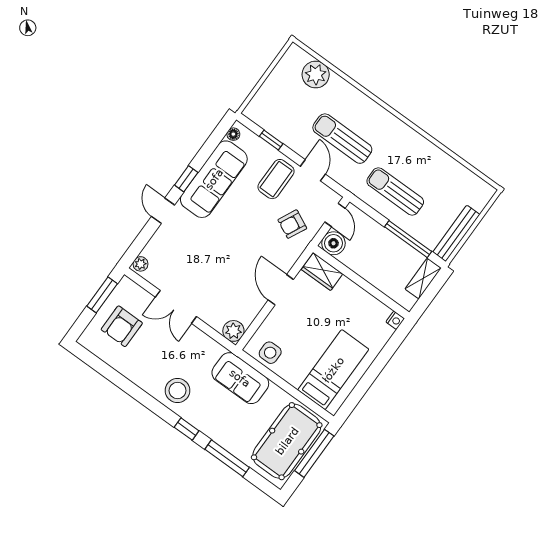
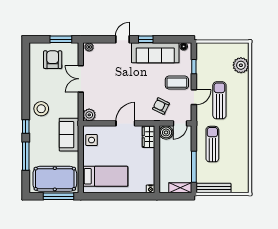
armchair: (122, 326) -> (53, 60), turned 90

